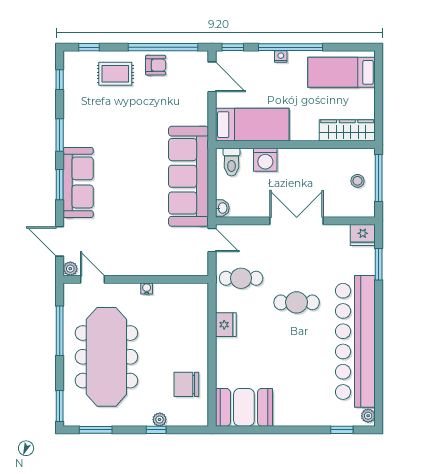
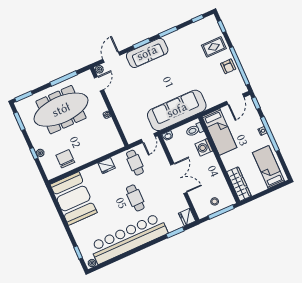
rug: (115, 74) -> (214, 47), turned 90
booth: (244, 407) -> (74, 198), width x1.36, depth x1.42

